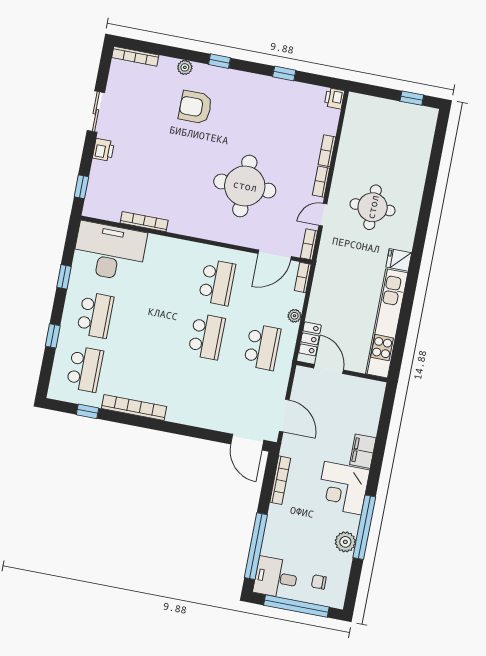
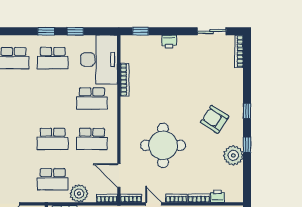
plant: (185, 67) -> (233, 155), moved, width x1.87, depth x1.87
window: (284, 74) -> (247, 145), moved
printer: (334, 98) -> (217, 196), moved
armchair: (195, 107) -> (215, 119), moved, turned -57
sliding door: (96, 112) -> (212, 31), moved
school desk: (161, 272) -> (92, 99), added
plant: (295, 316) -> (79, 194), width x1.88, depth x1.88
window: (53, 336) -> (46, 31), moved

